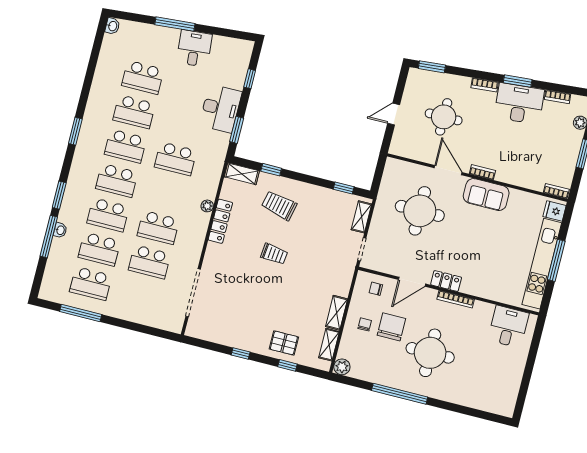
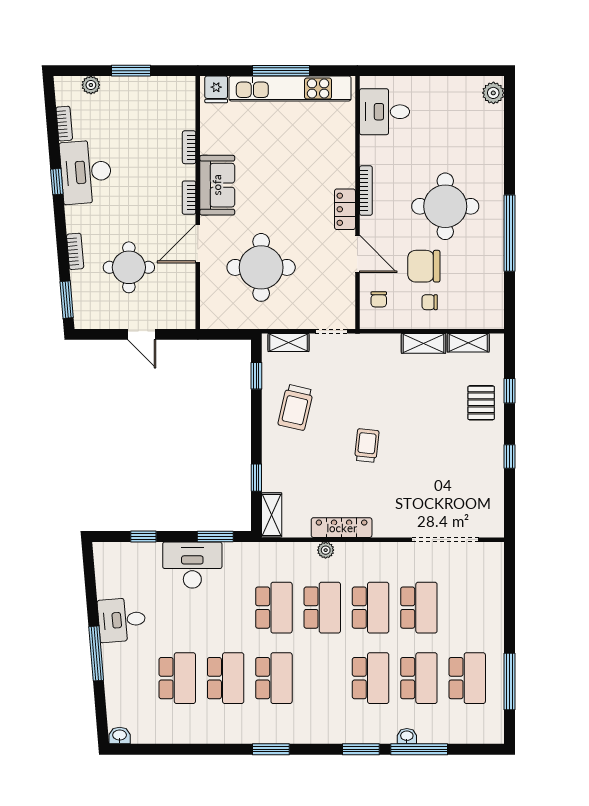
window: (518, 81) -> (57, 182), width x0.67
bookcase: (485, 85) -> (75, 251), moved
school desk: (117, 180) -> (322, 608), moved
bookcase: (556, 191) -> (189, 147), moved
trolley: (279, 205) -> (296, 407), moved
plant: (342, 367) -> (493, 93), moved

